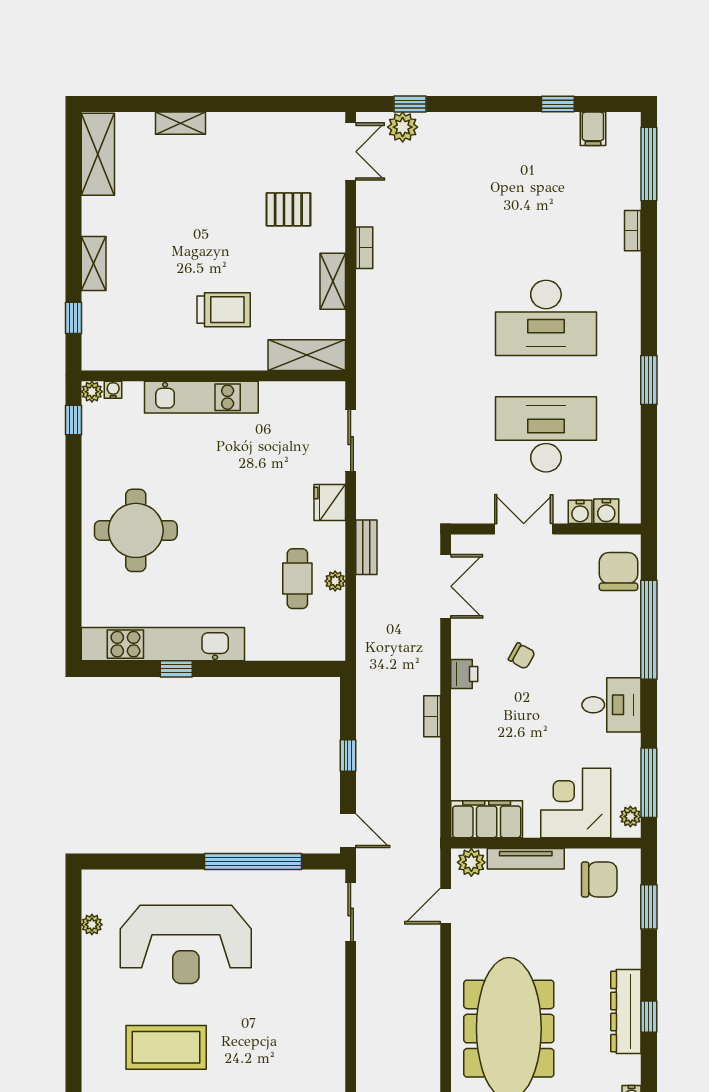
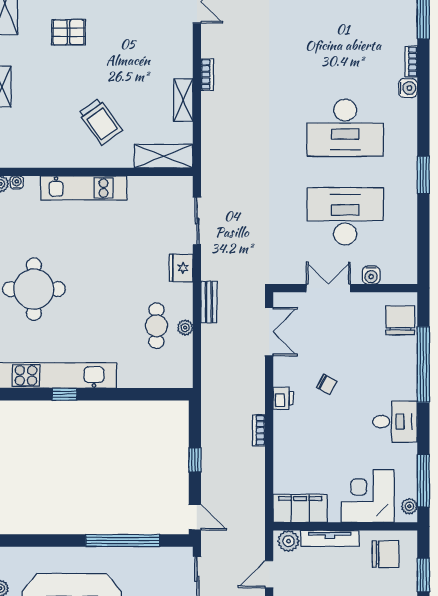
pallet: (288, 209) -> (69, 32), moved
trolley: (224, 310) -> (101, 122), turned 54
water cooler: (606, 511) -> (408, 88), moved, turned -90

